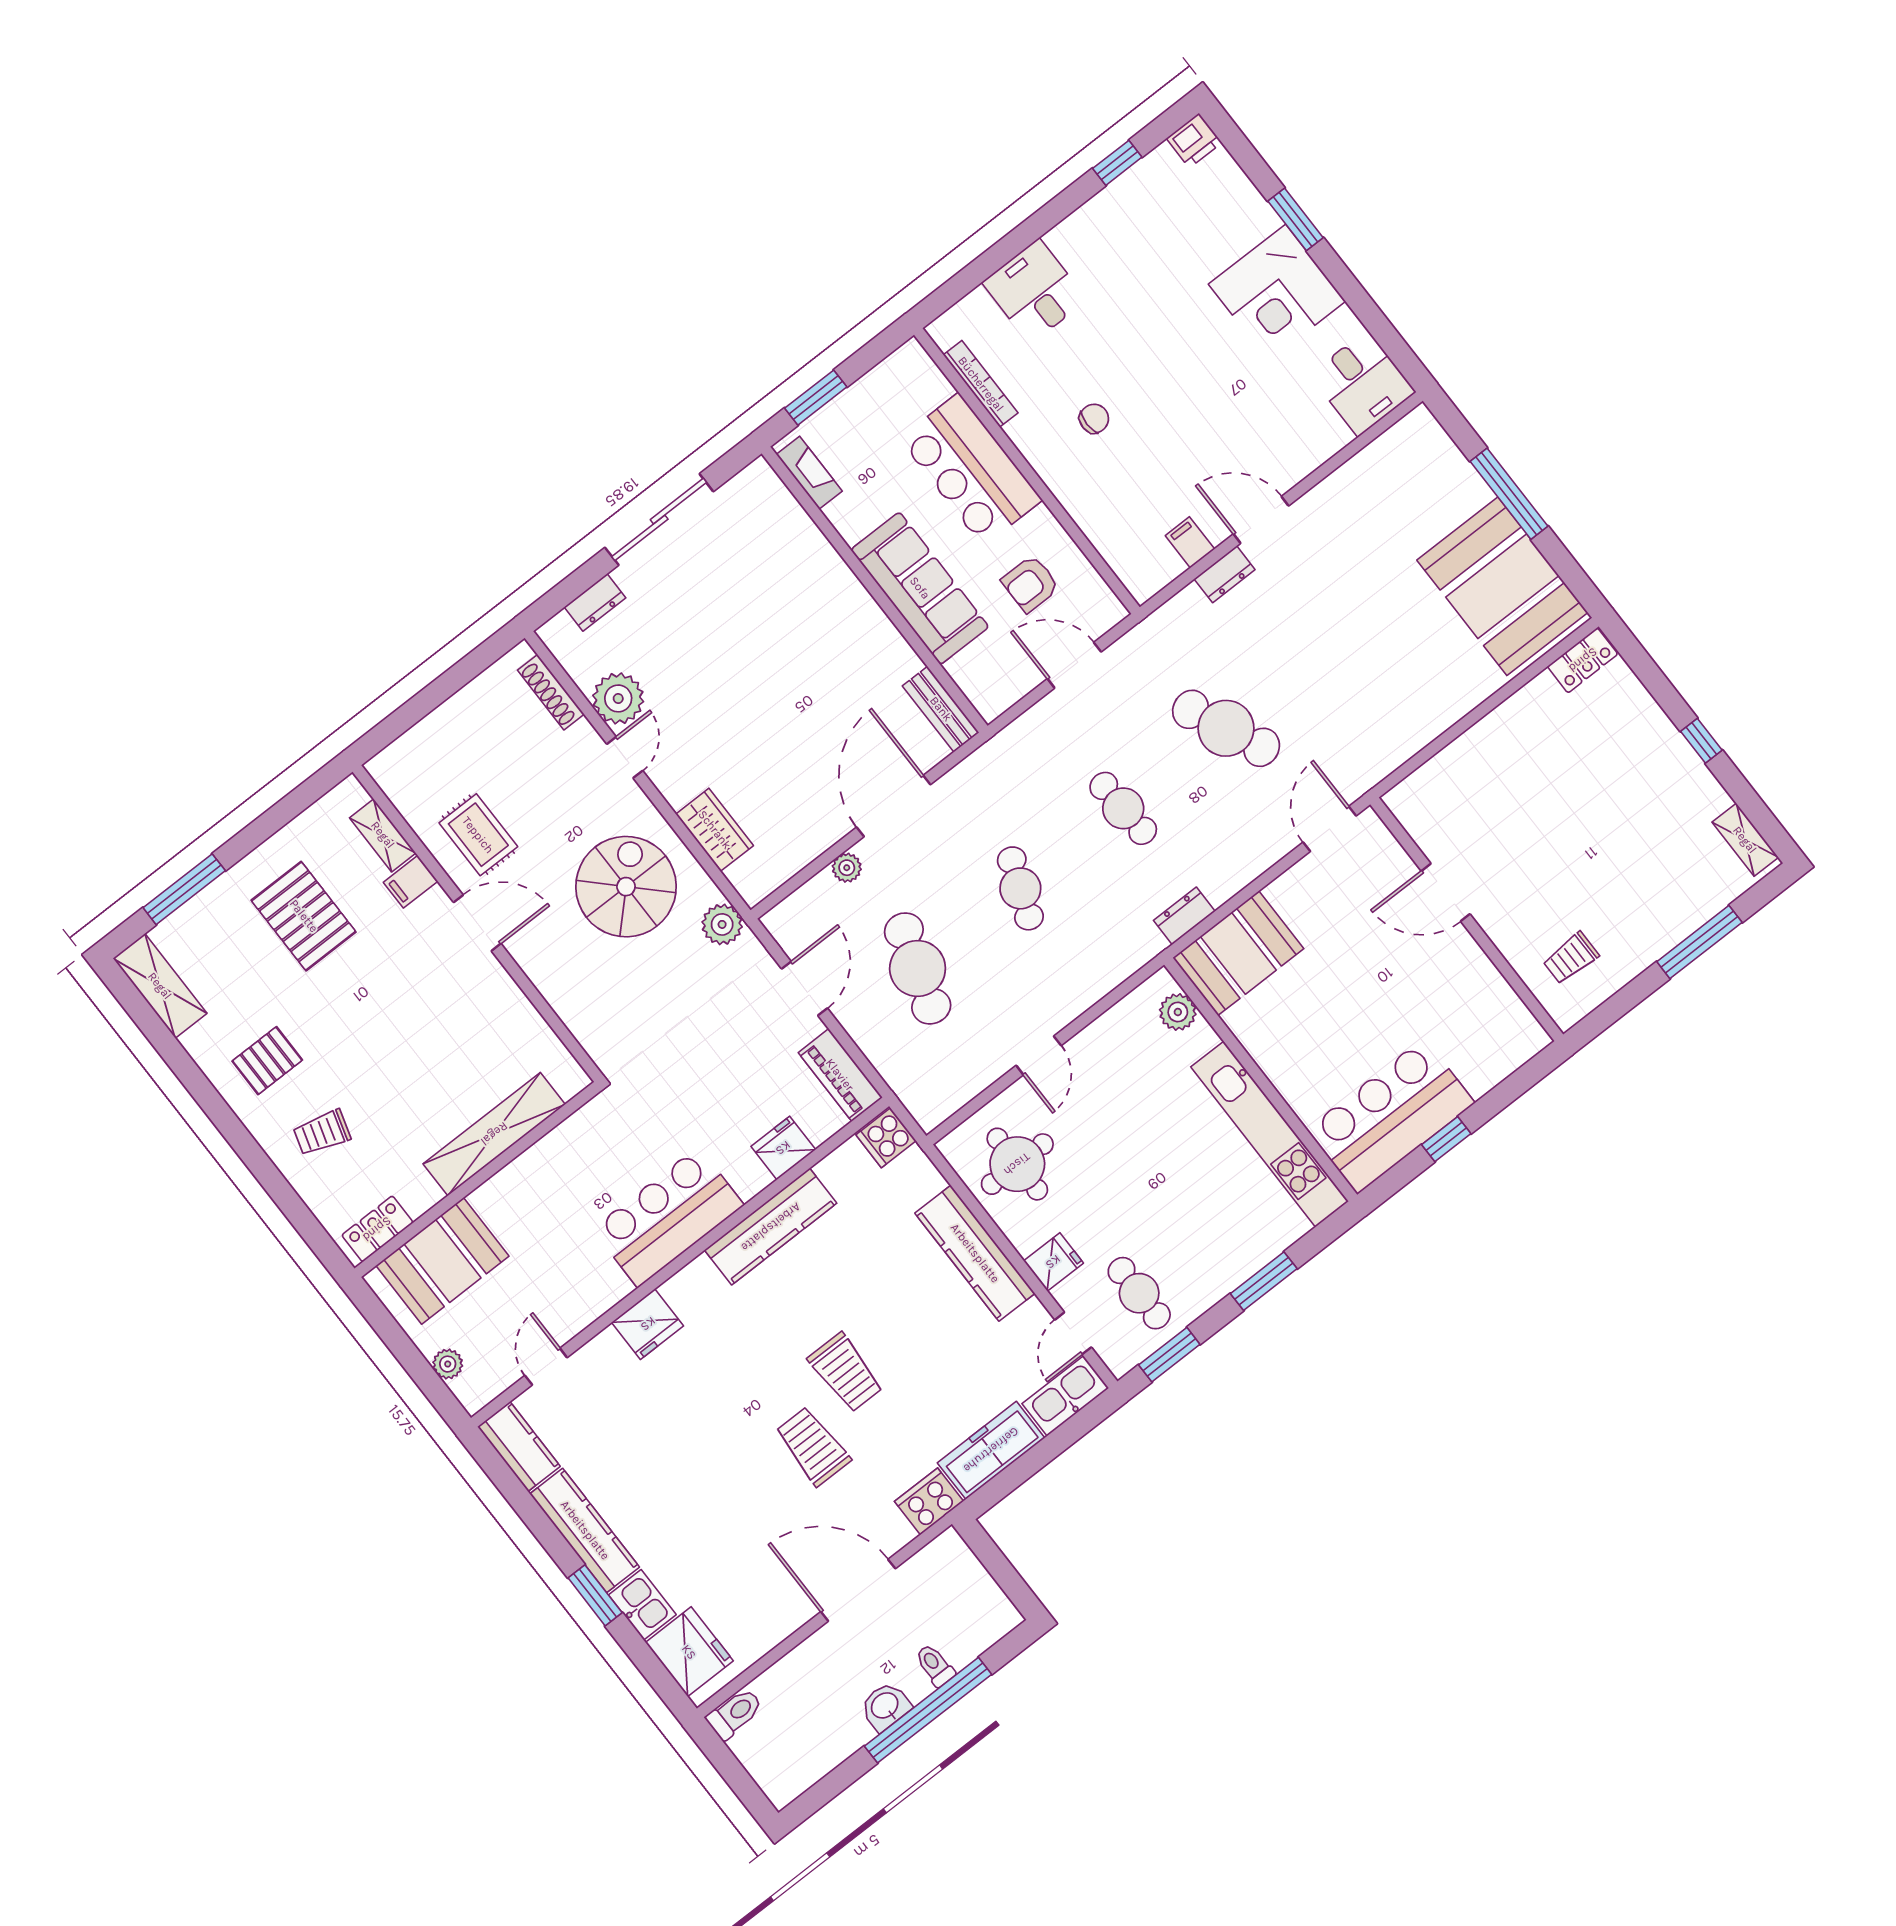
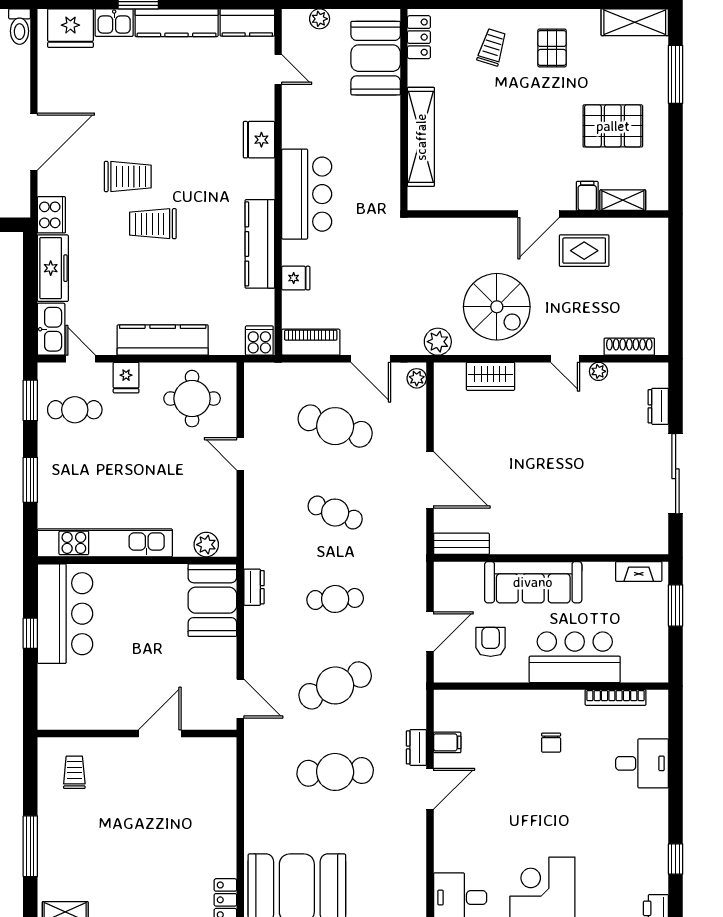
cafe table: (1329, 648) -> (335, 772), added
plant: (618, 698) -> (599, 371), width x0.53, depth x0.53
plant: (847, 868) -> (417, 378), moved
fridge: (783, 1148) -> (296, 278), width x0.72

